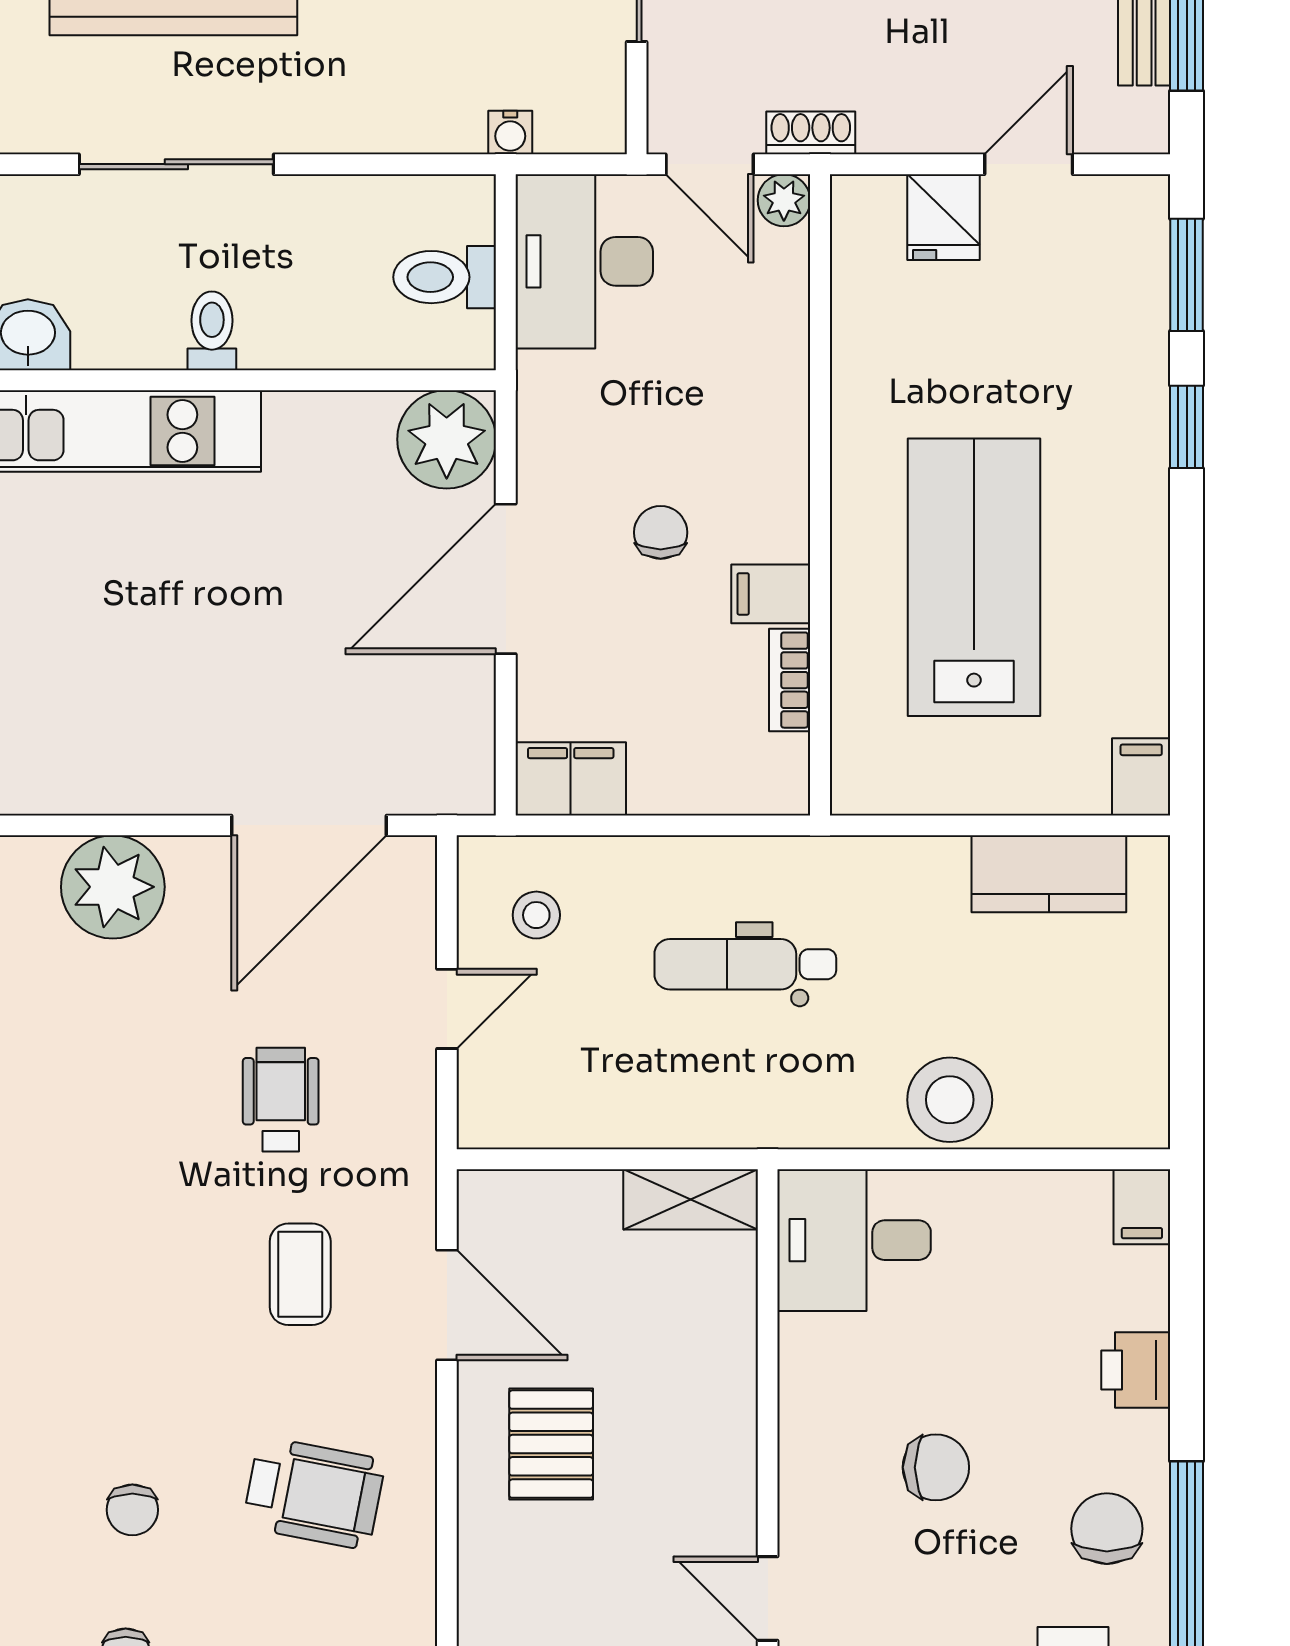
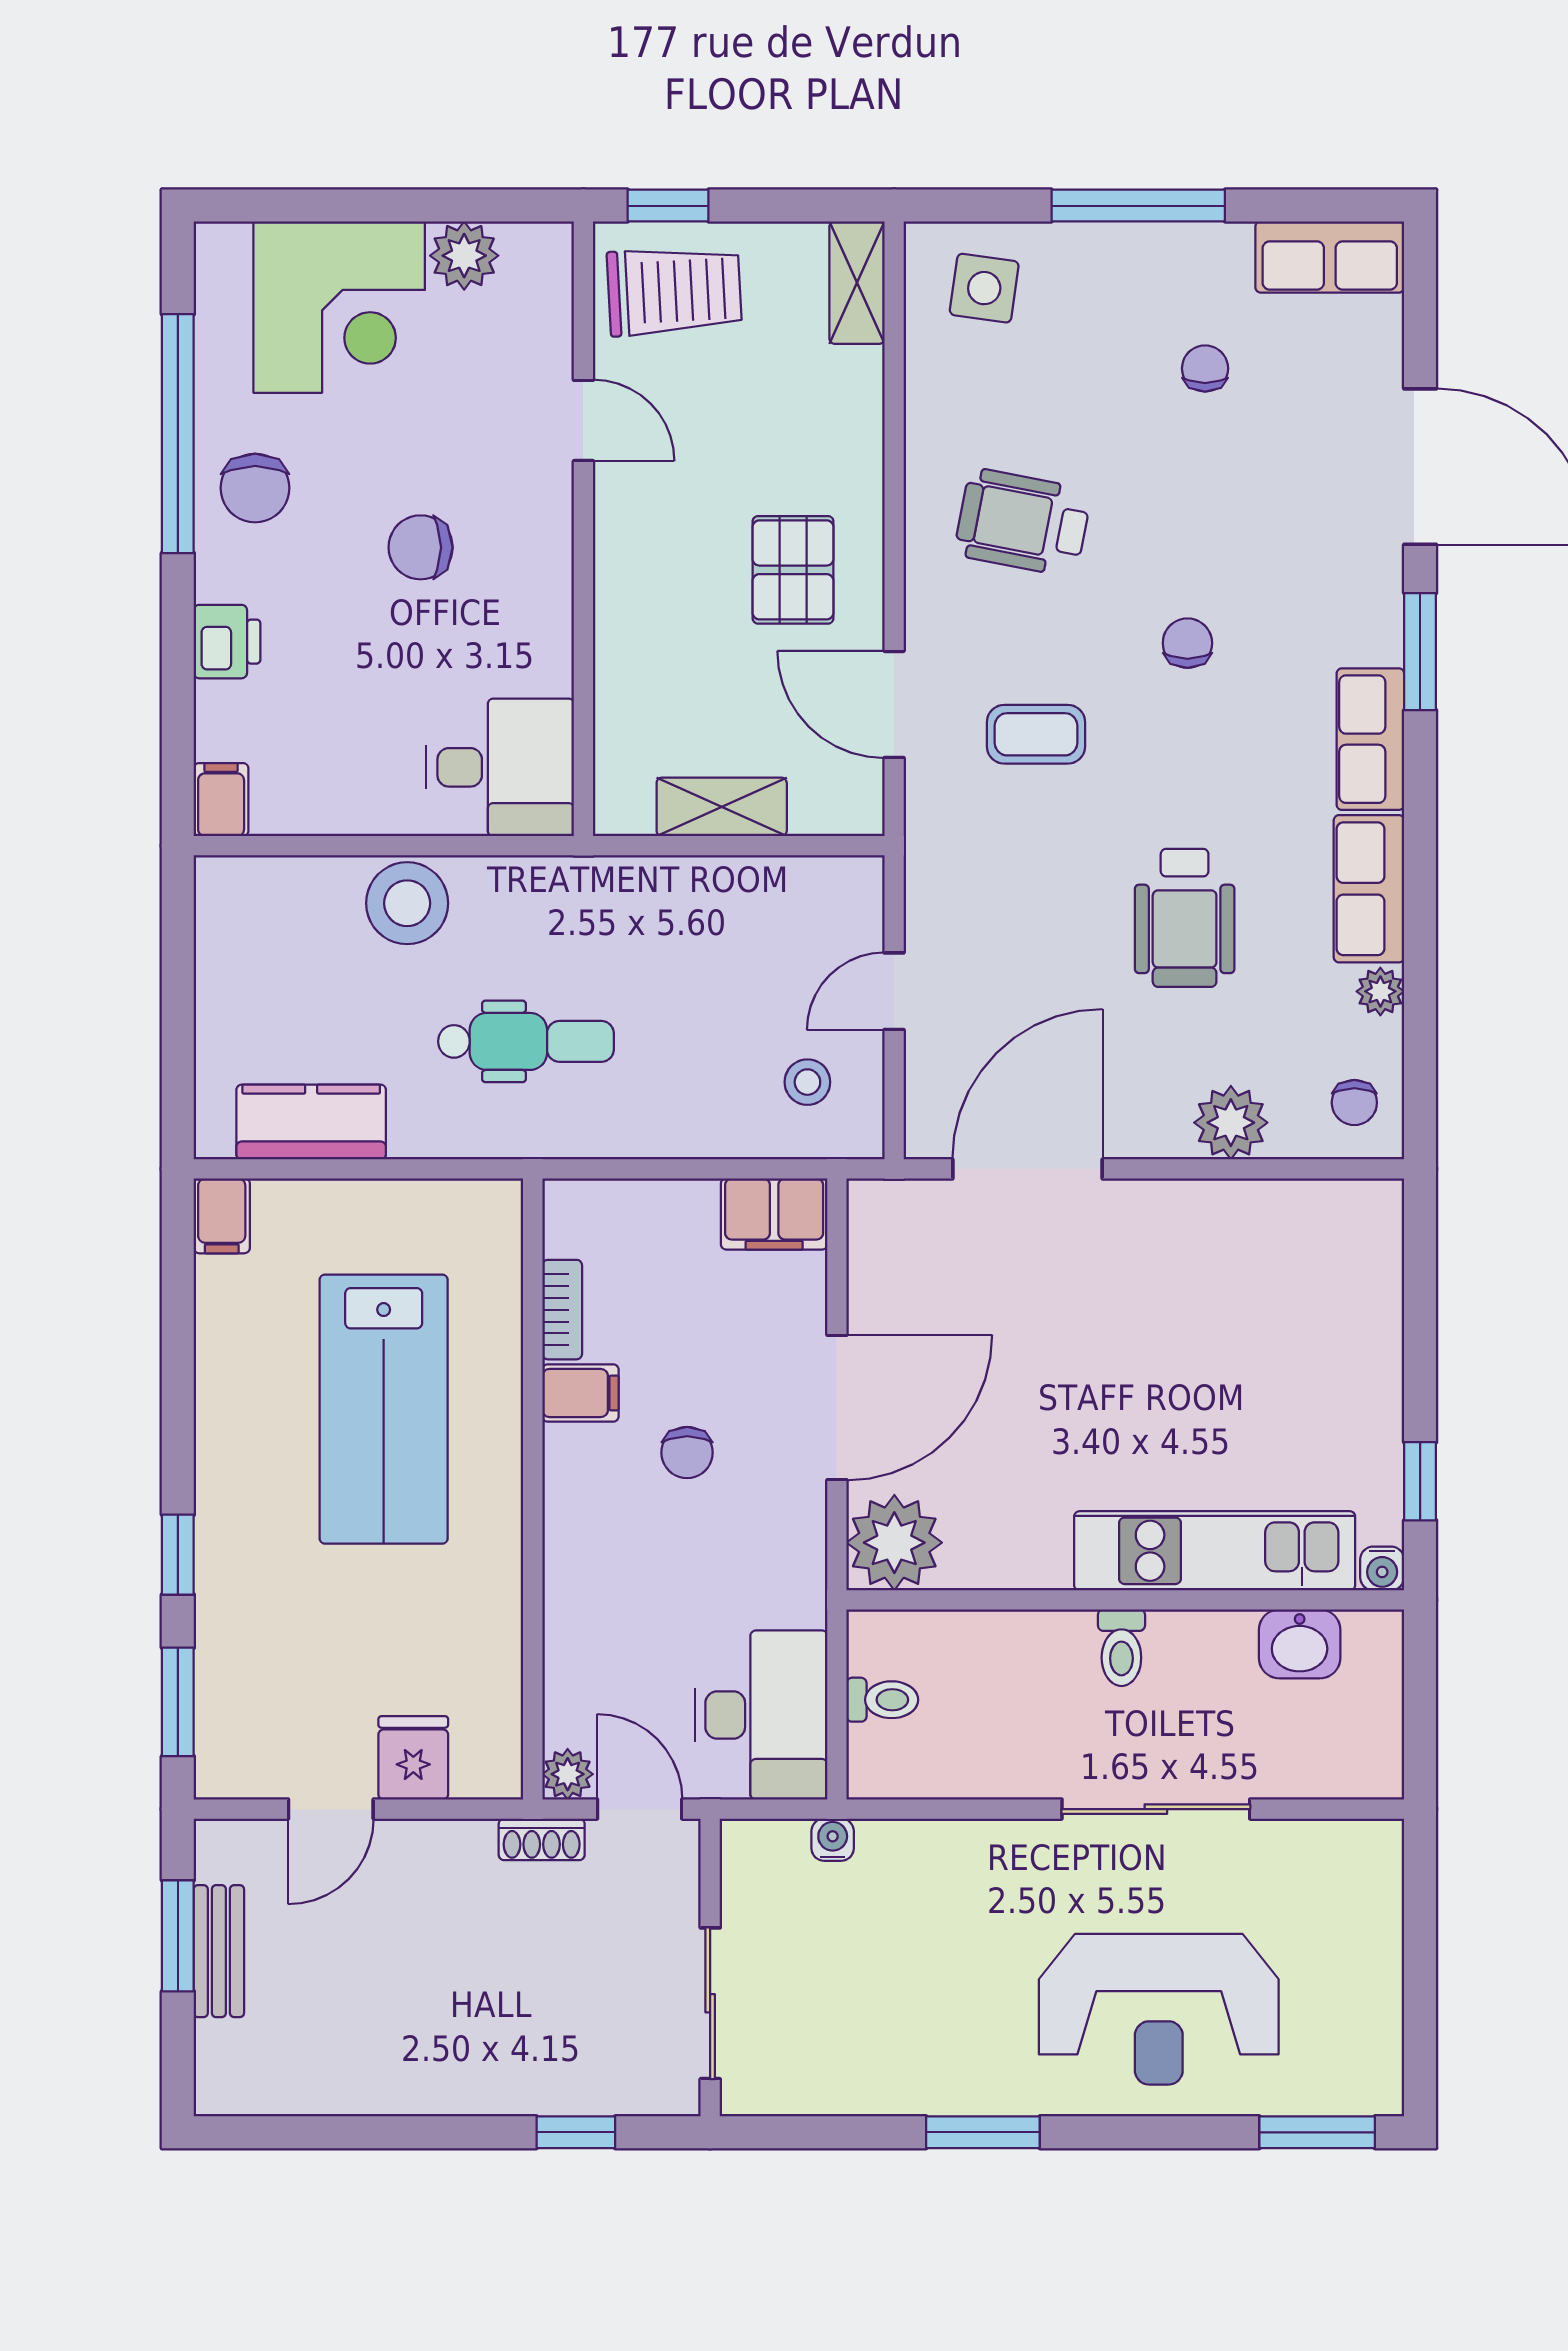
toilet: (445, 277) -> (882, 1700), width x0.73, depth x0.72
plant: (113, 887) -> (1231, 1123), width x0.73, depth x0.73
dental chair: (745, 964) -> (526, 1041), moved
wheelchair: (281, 1100) -> (1185, 918), moved, width x1.36, depth x1.37
shelving: (691, 1199) -> (722, 807), moved
coffee table: (300, 1274) -> (1036, 734), turned 90
chair: (132, 1510) -> (1187, 643), moved

